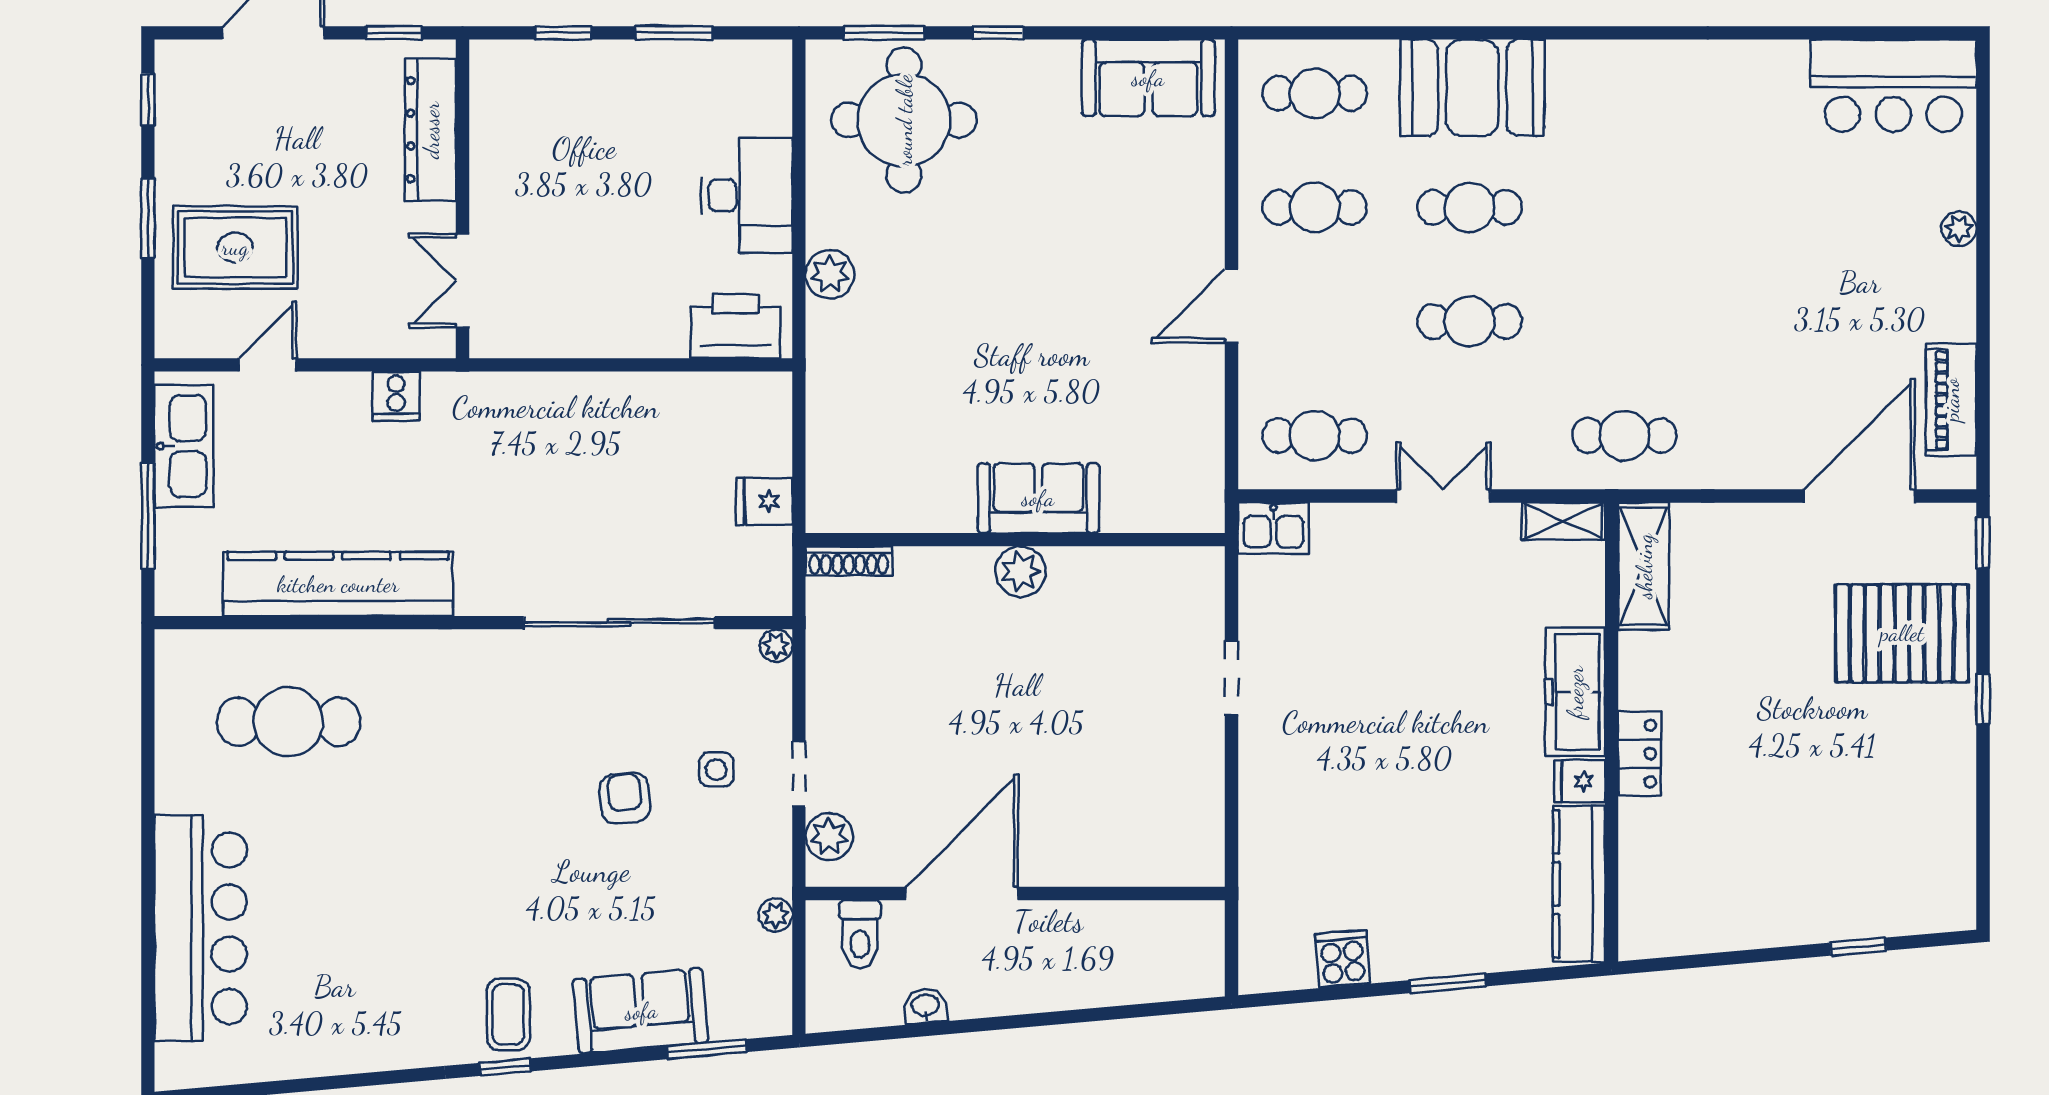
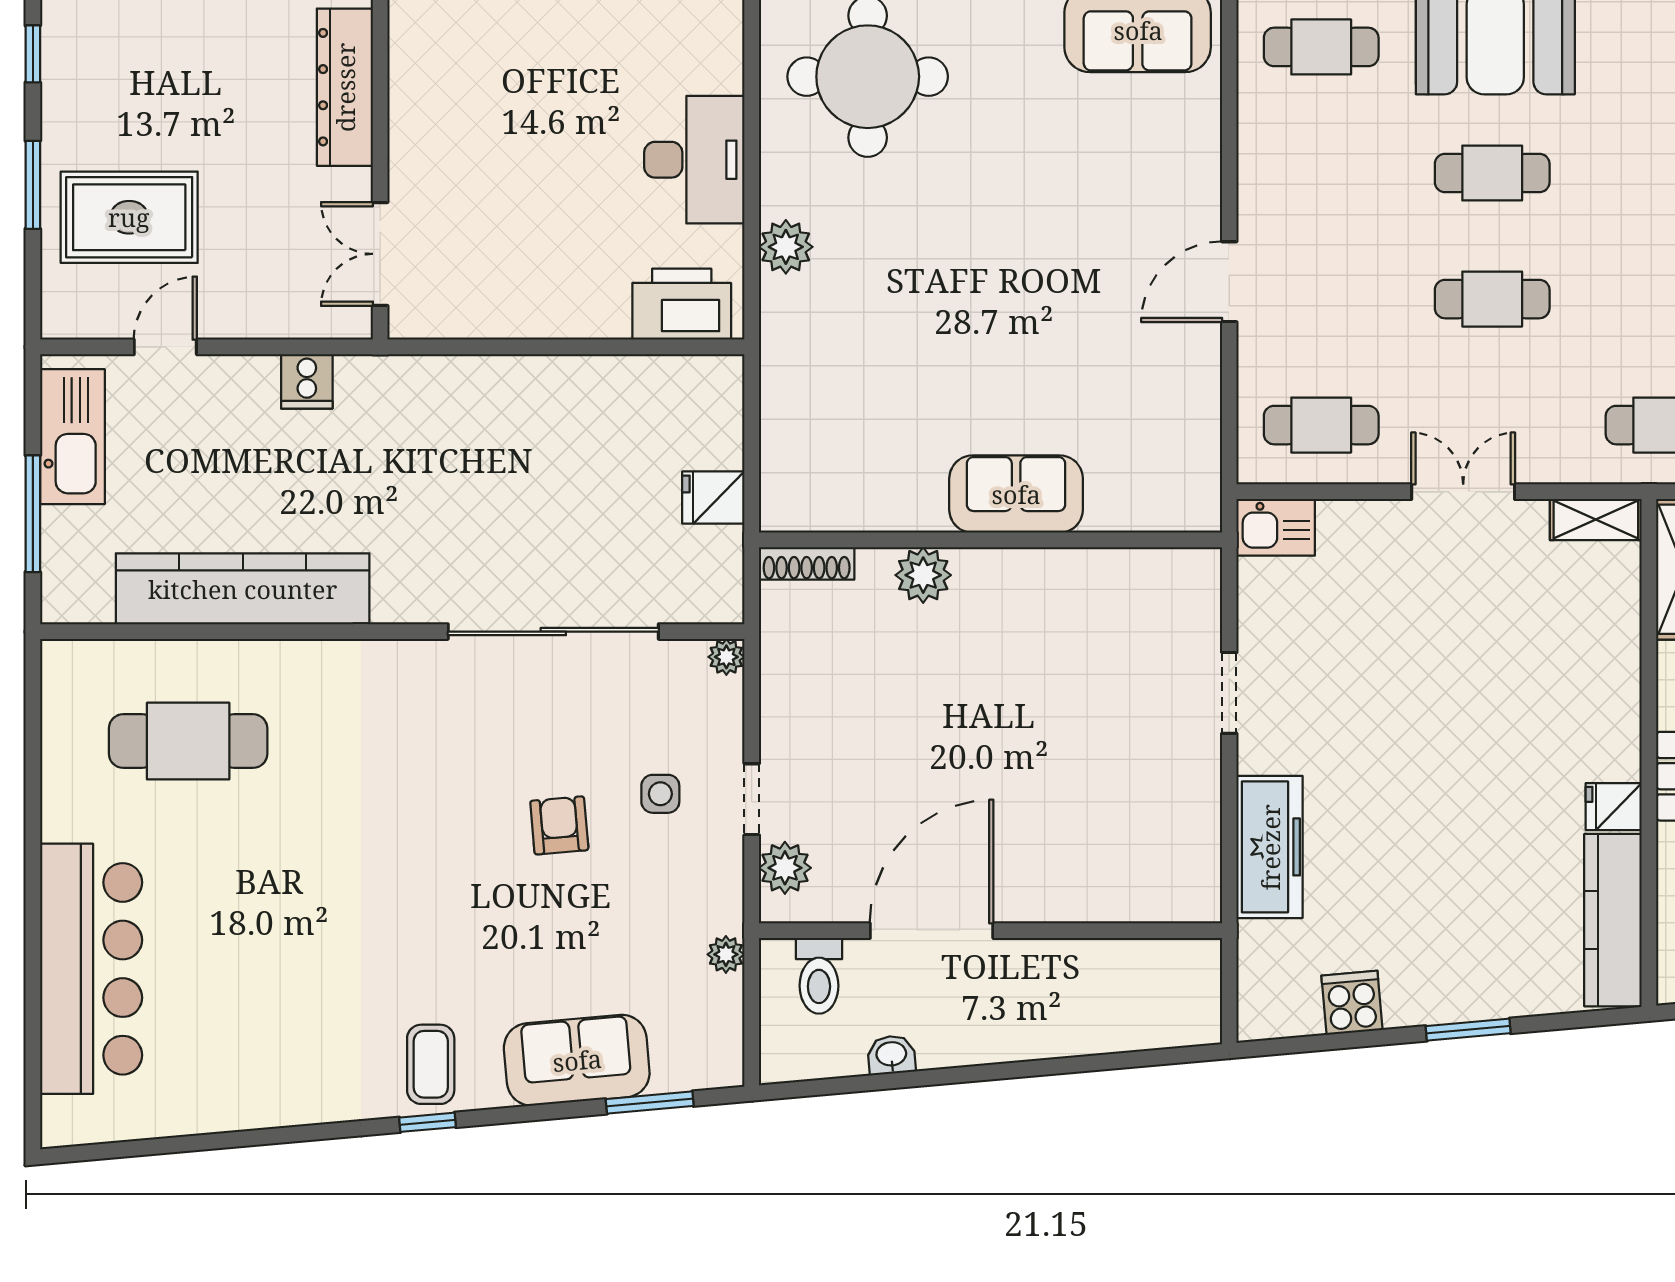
cafe table: (1315, 207) -> (1321, 173), removed
plant: (1020, 571) -> (923, 575), moved
freezer: (1575, 692) -> (1270, 847), moved, turned 180

